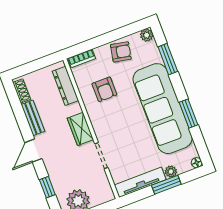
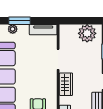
tv unit: (140, 182) -> (43, 30), width x0.71

